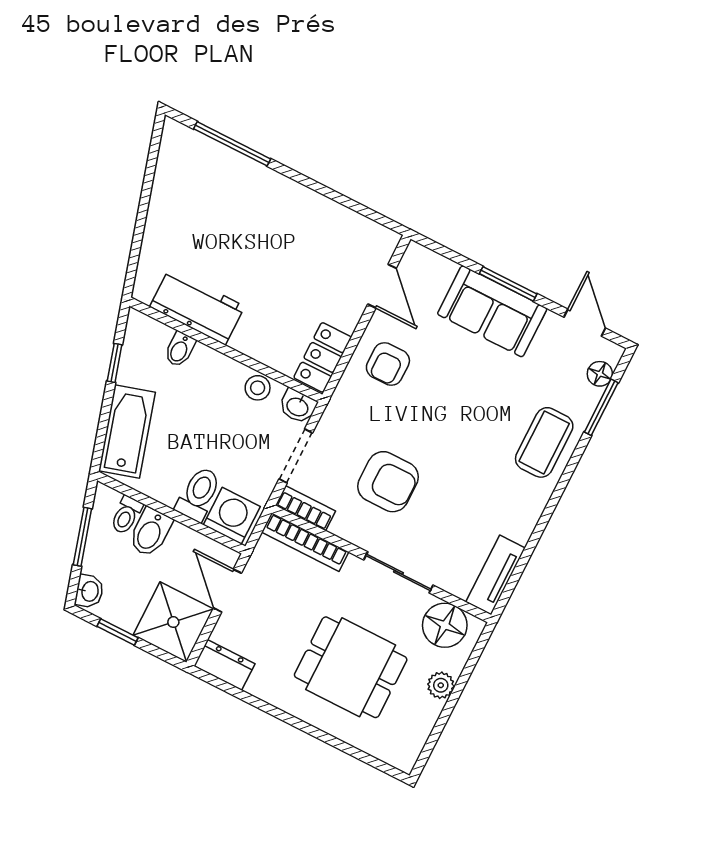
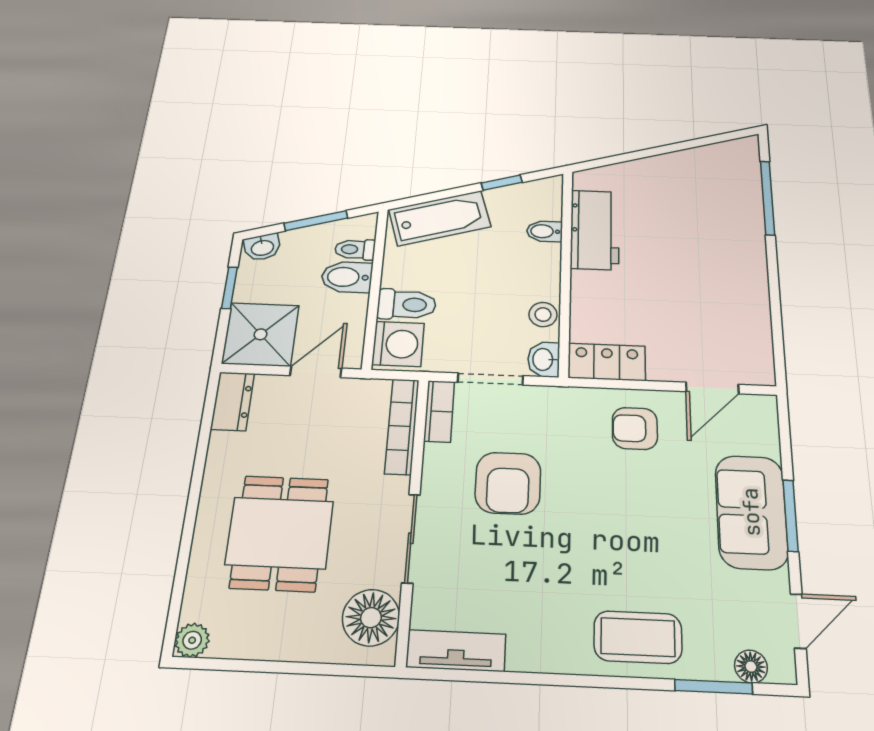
plant: (441, 685) -> (192, 640), moved

